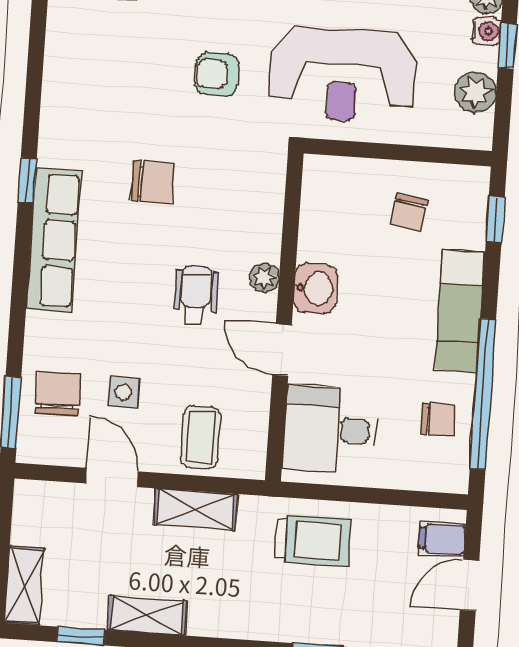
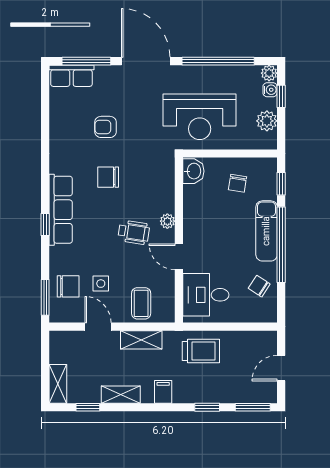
armchair: (217, 74) -> (105, 127), moved
window: (27, 180) -> (45, 224), moved
chair: (153, 182) -> (108, 177), turned 180
washbasin: (315, 288) -> (193, 171), moved
wheelchair: (196, 295) -> (134, 232), turned 99
chair: (58, 394) -> (68, 286), turned 90
window: (483, 394) -> (281, 245), moved
chair: (438, 420) -> (259, 286), turned -147
filing cabinet: (442, 539) -> (163, 392), moved, turned 90

